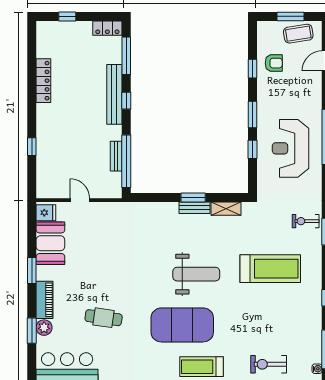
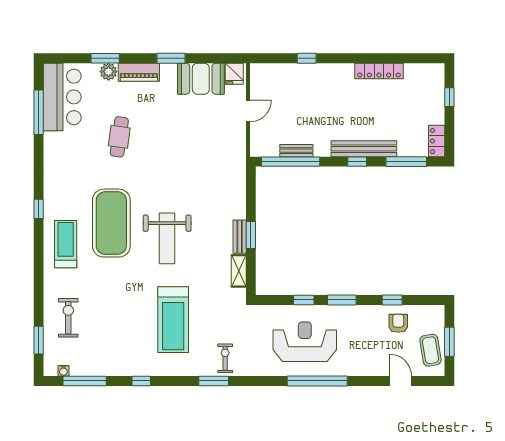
armchair: (274, 63) -> (398, 323), turned 180

